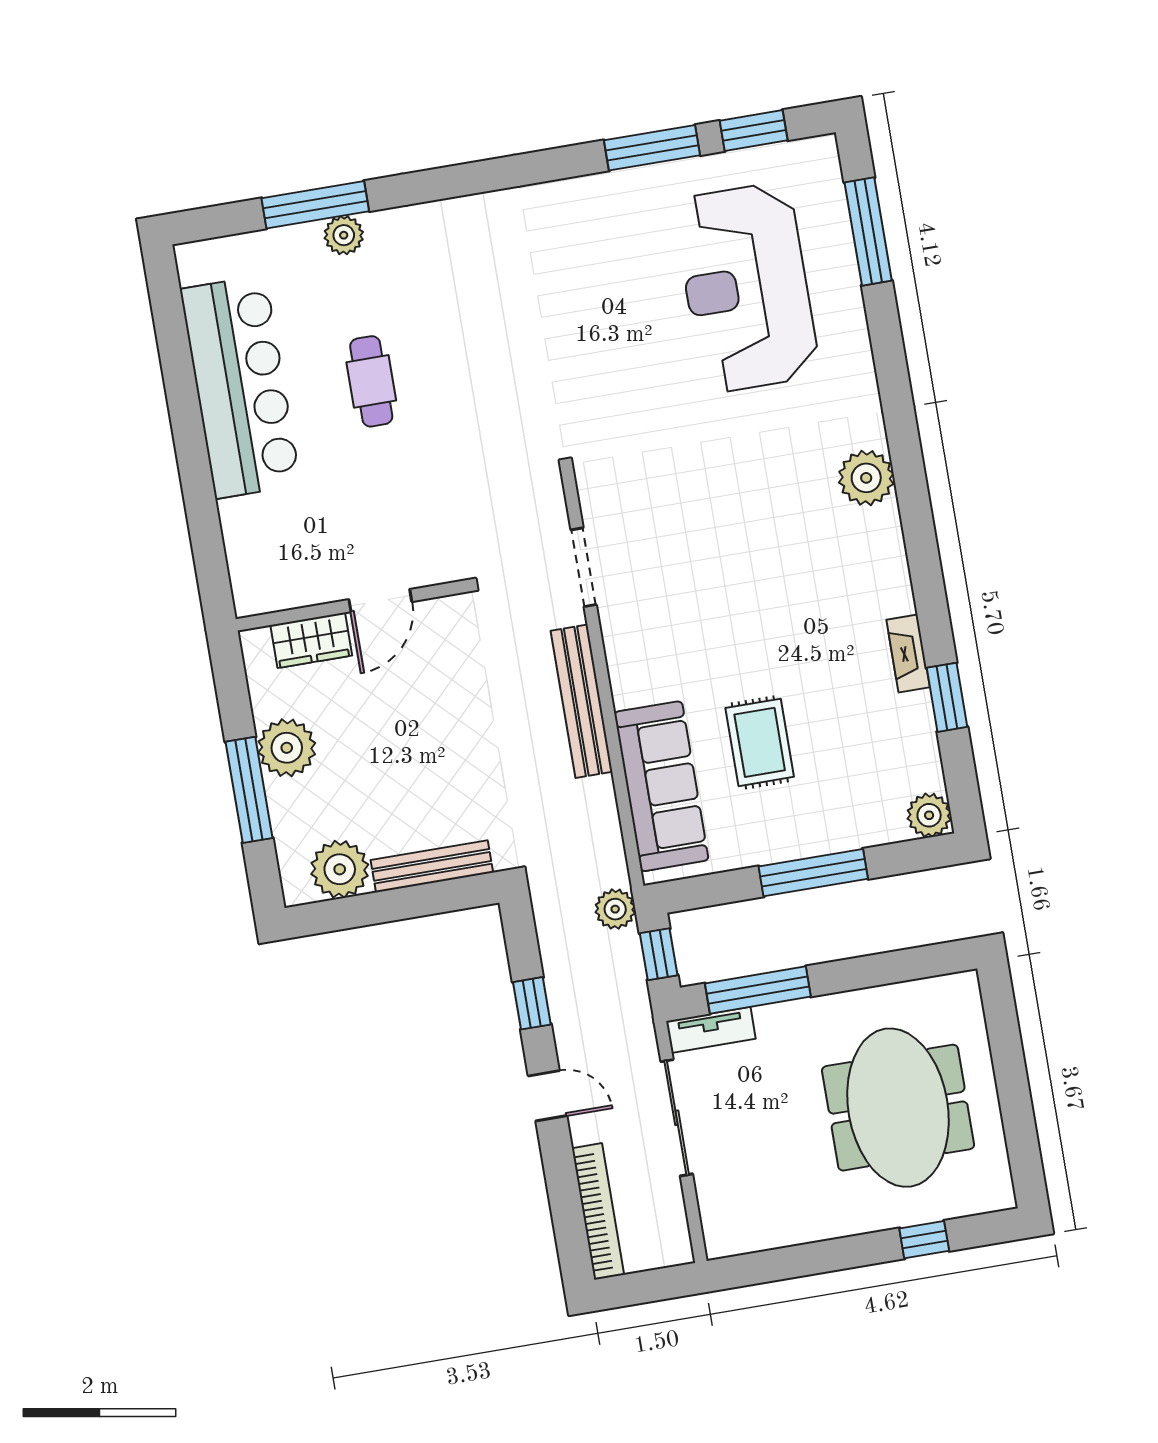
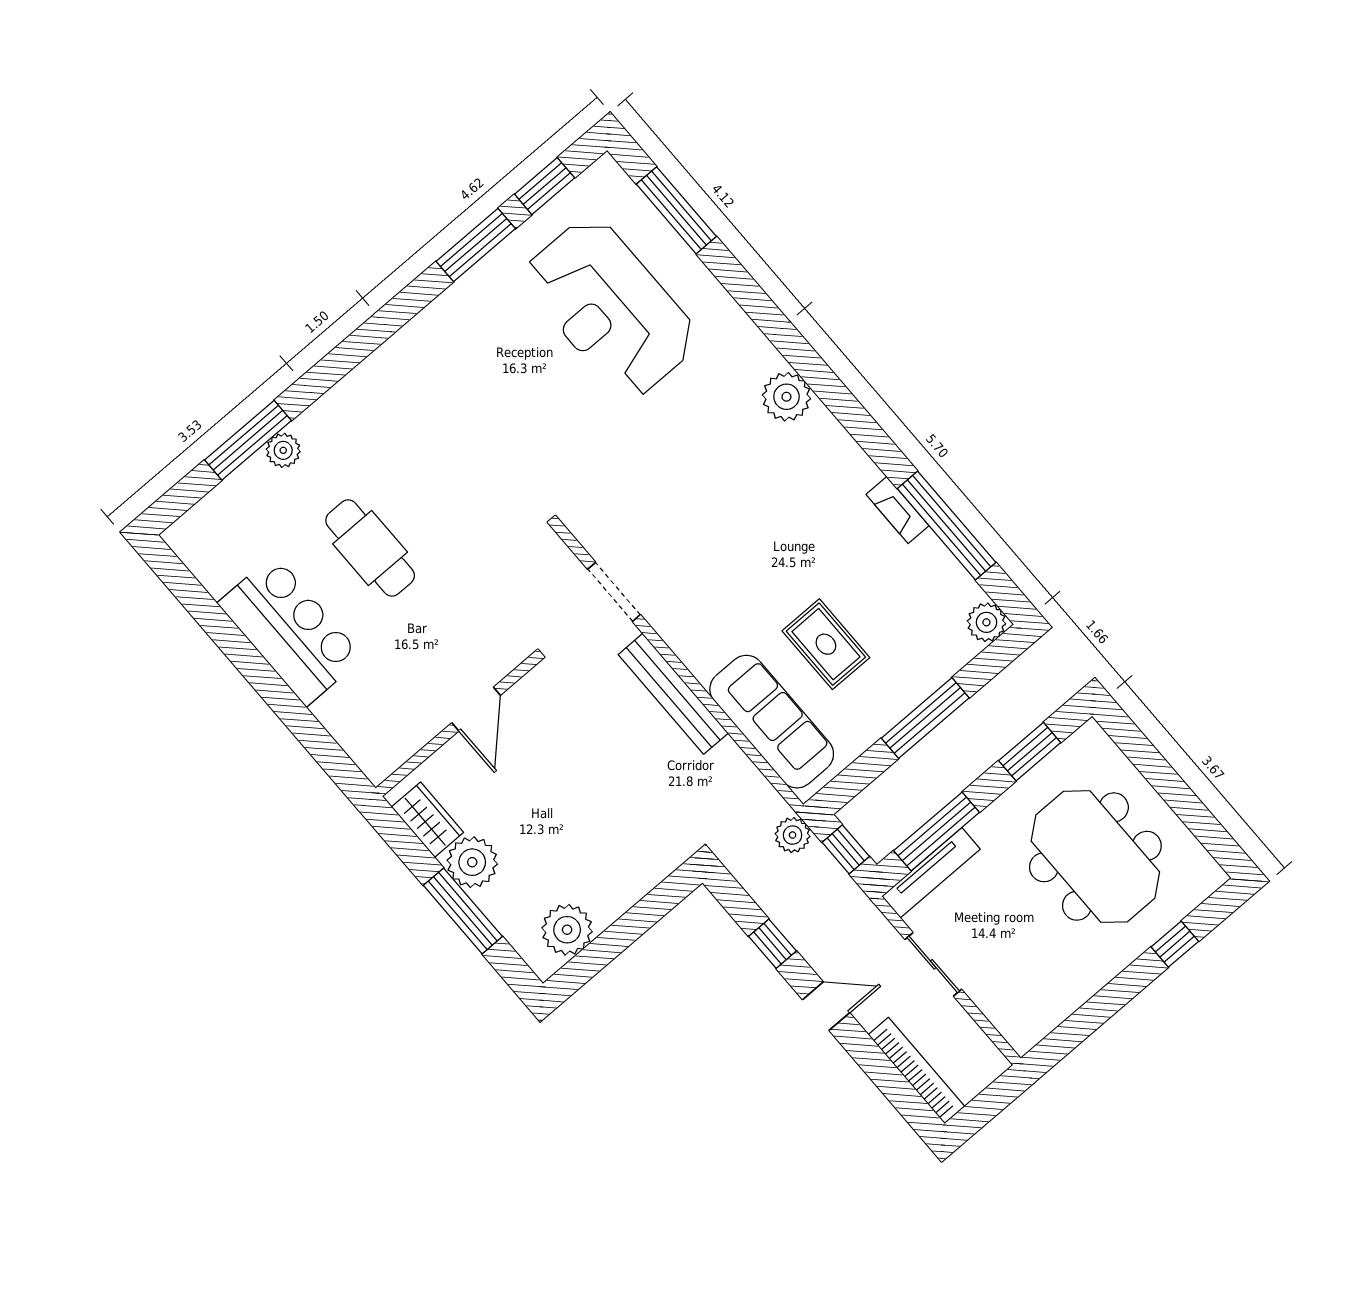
cafe table: (371, 381) -> (370, 548), width x1.37, depth x1.35
bar counter: (240, 387) -> (290, 630), width x0.73
wardrobe: (311, 640) -> (428, 820), moved, turned -90
window: (947, 697) -> (947, 525), width x2.11
bench: (432, 866) -> (635, 886), removed
window: (895, 967) -> (1030, 752), added
tv unit: (711, 1030) -> (931, 873), width x1.41
sliding door: (677, 1118) -> (933, 964), width x0.73

